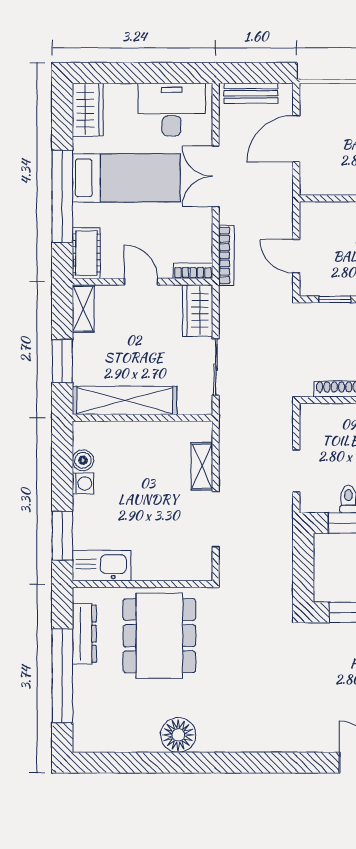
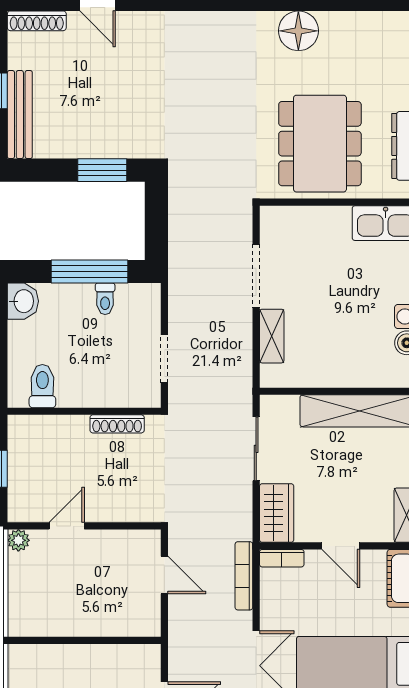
window: (335, 299) -> (120, 526), removed
doorway: (296, 471) -> (164, 359), moved

